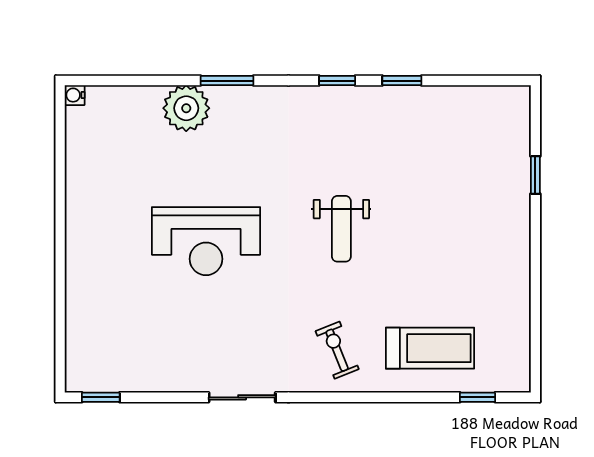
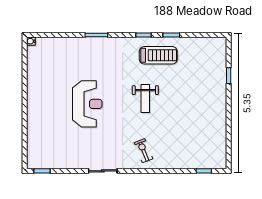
plant: (186, 108) -> (79, 47), removed
reception desk: (206, 241) -> (87, 104), turned -90
treadmill: (430, 348) -> (158, 55), moved

